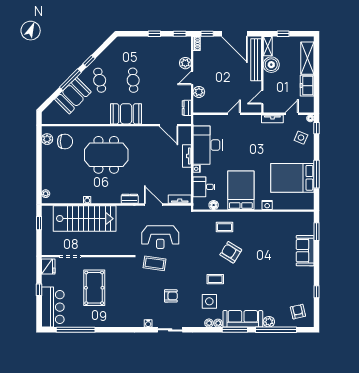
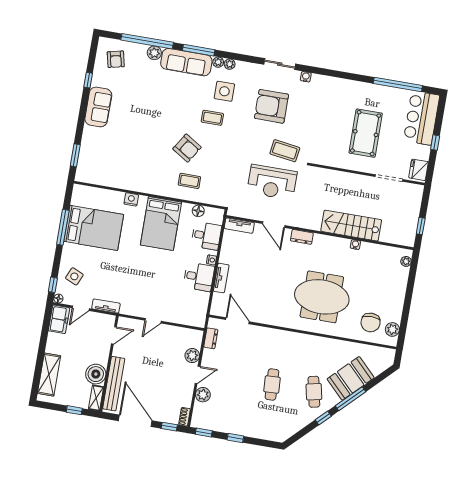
freezer: (307, 86) -> (59, 319), moved
booth: (126, 114) -> (288, 344), removed
chair: (65, 142) -> (371, 322), turned -90
desk: (208, 145) -> (199, 277), width x0.53, depth x0.77
stairs: (85, 219) -> (351, 226), width x0.73, depth x0.66
reception desk: (160, 237) -> (272, 182), turned 180
sofa: (305, 251) -> (98, 107), moved
armchair: (171, 296) -> (271, 106), width x1.88, depth x1.88

